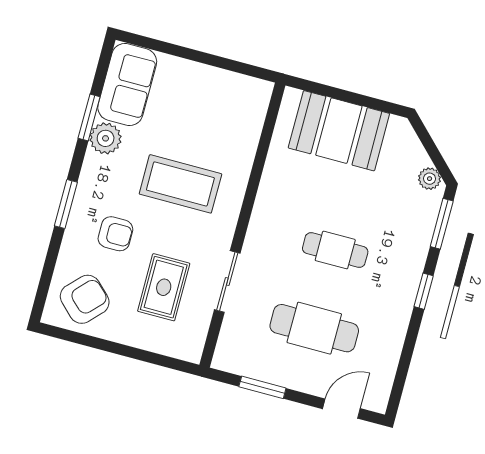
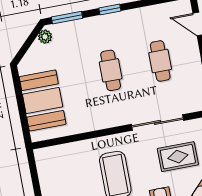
sliding door: (227, 282) -> (157, 122), width x1.37
cafe table: (314, 328) -> (160, 61), width x0.73, depth x0.74

